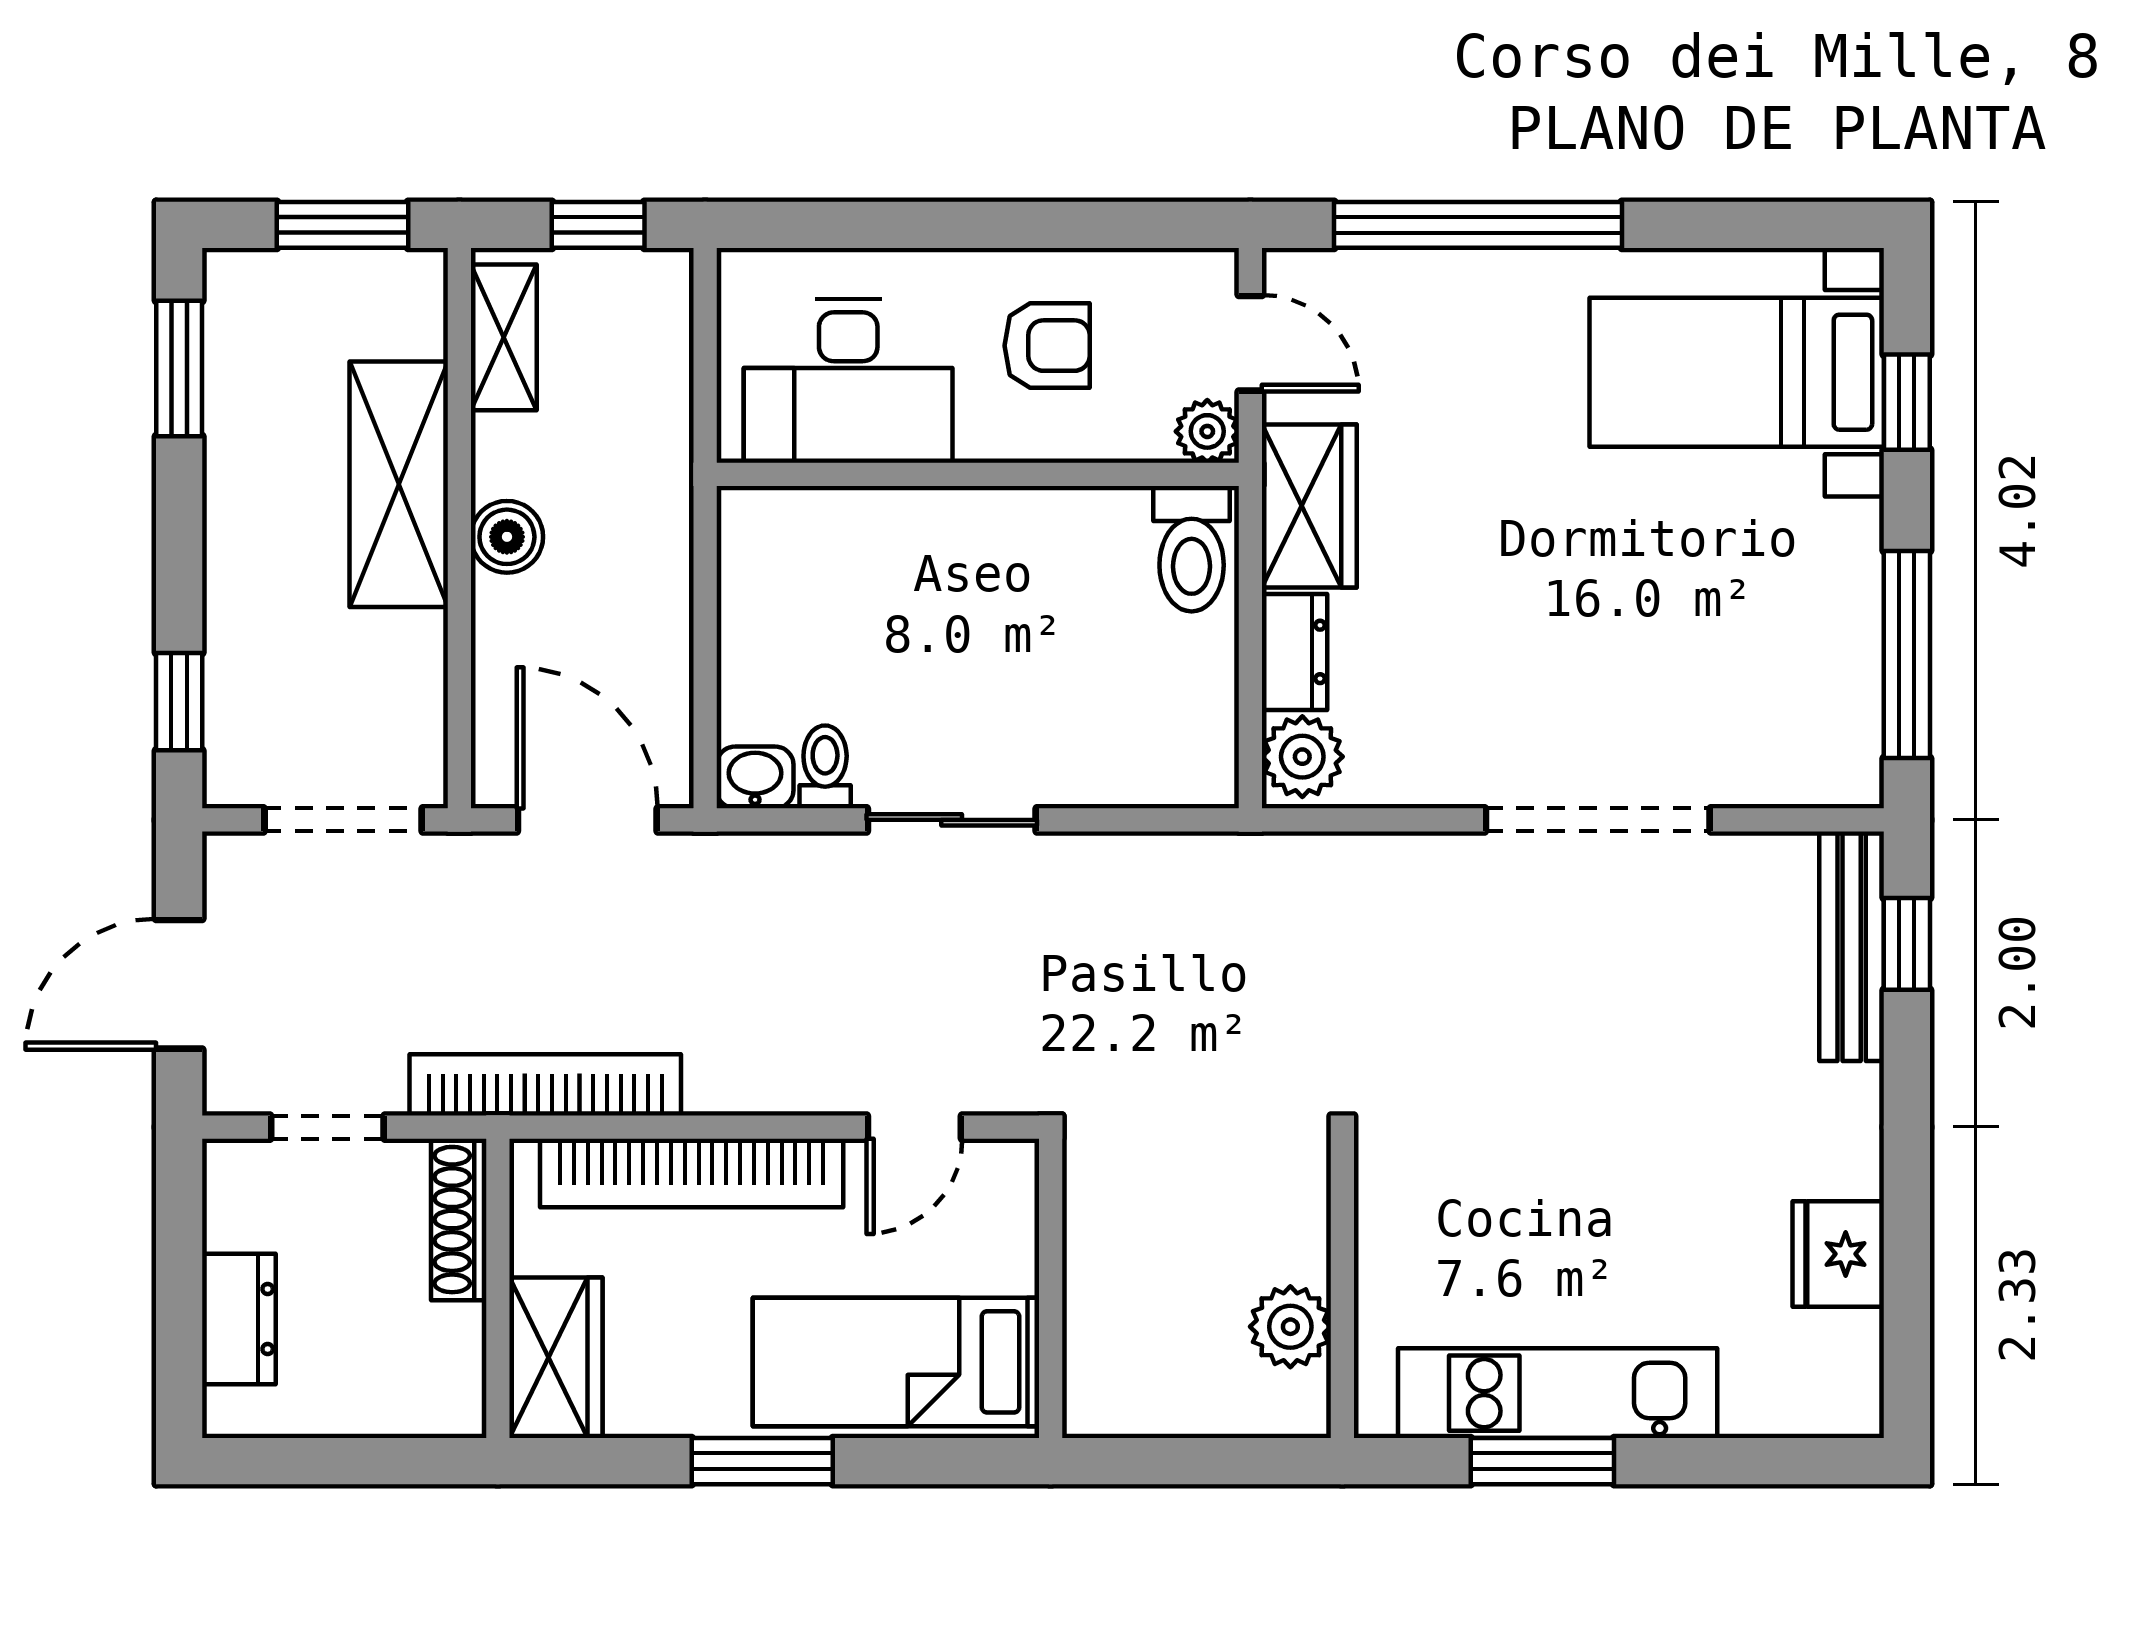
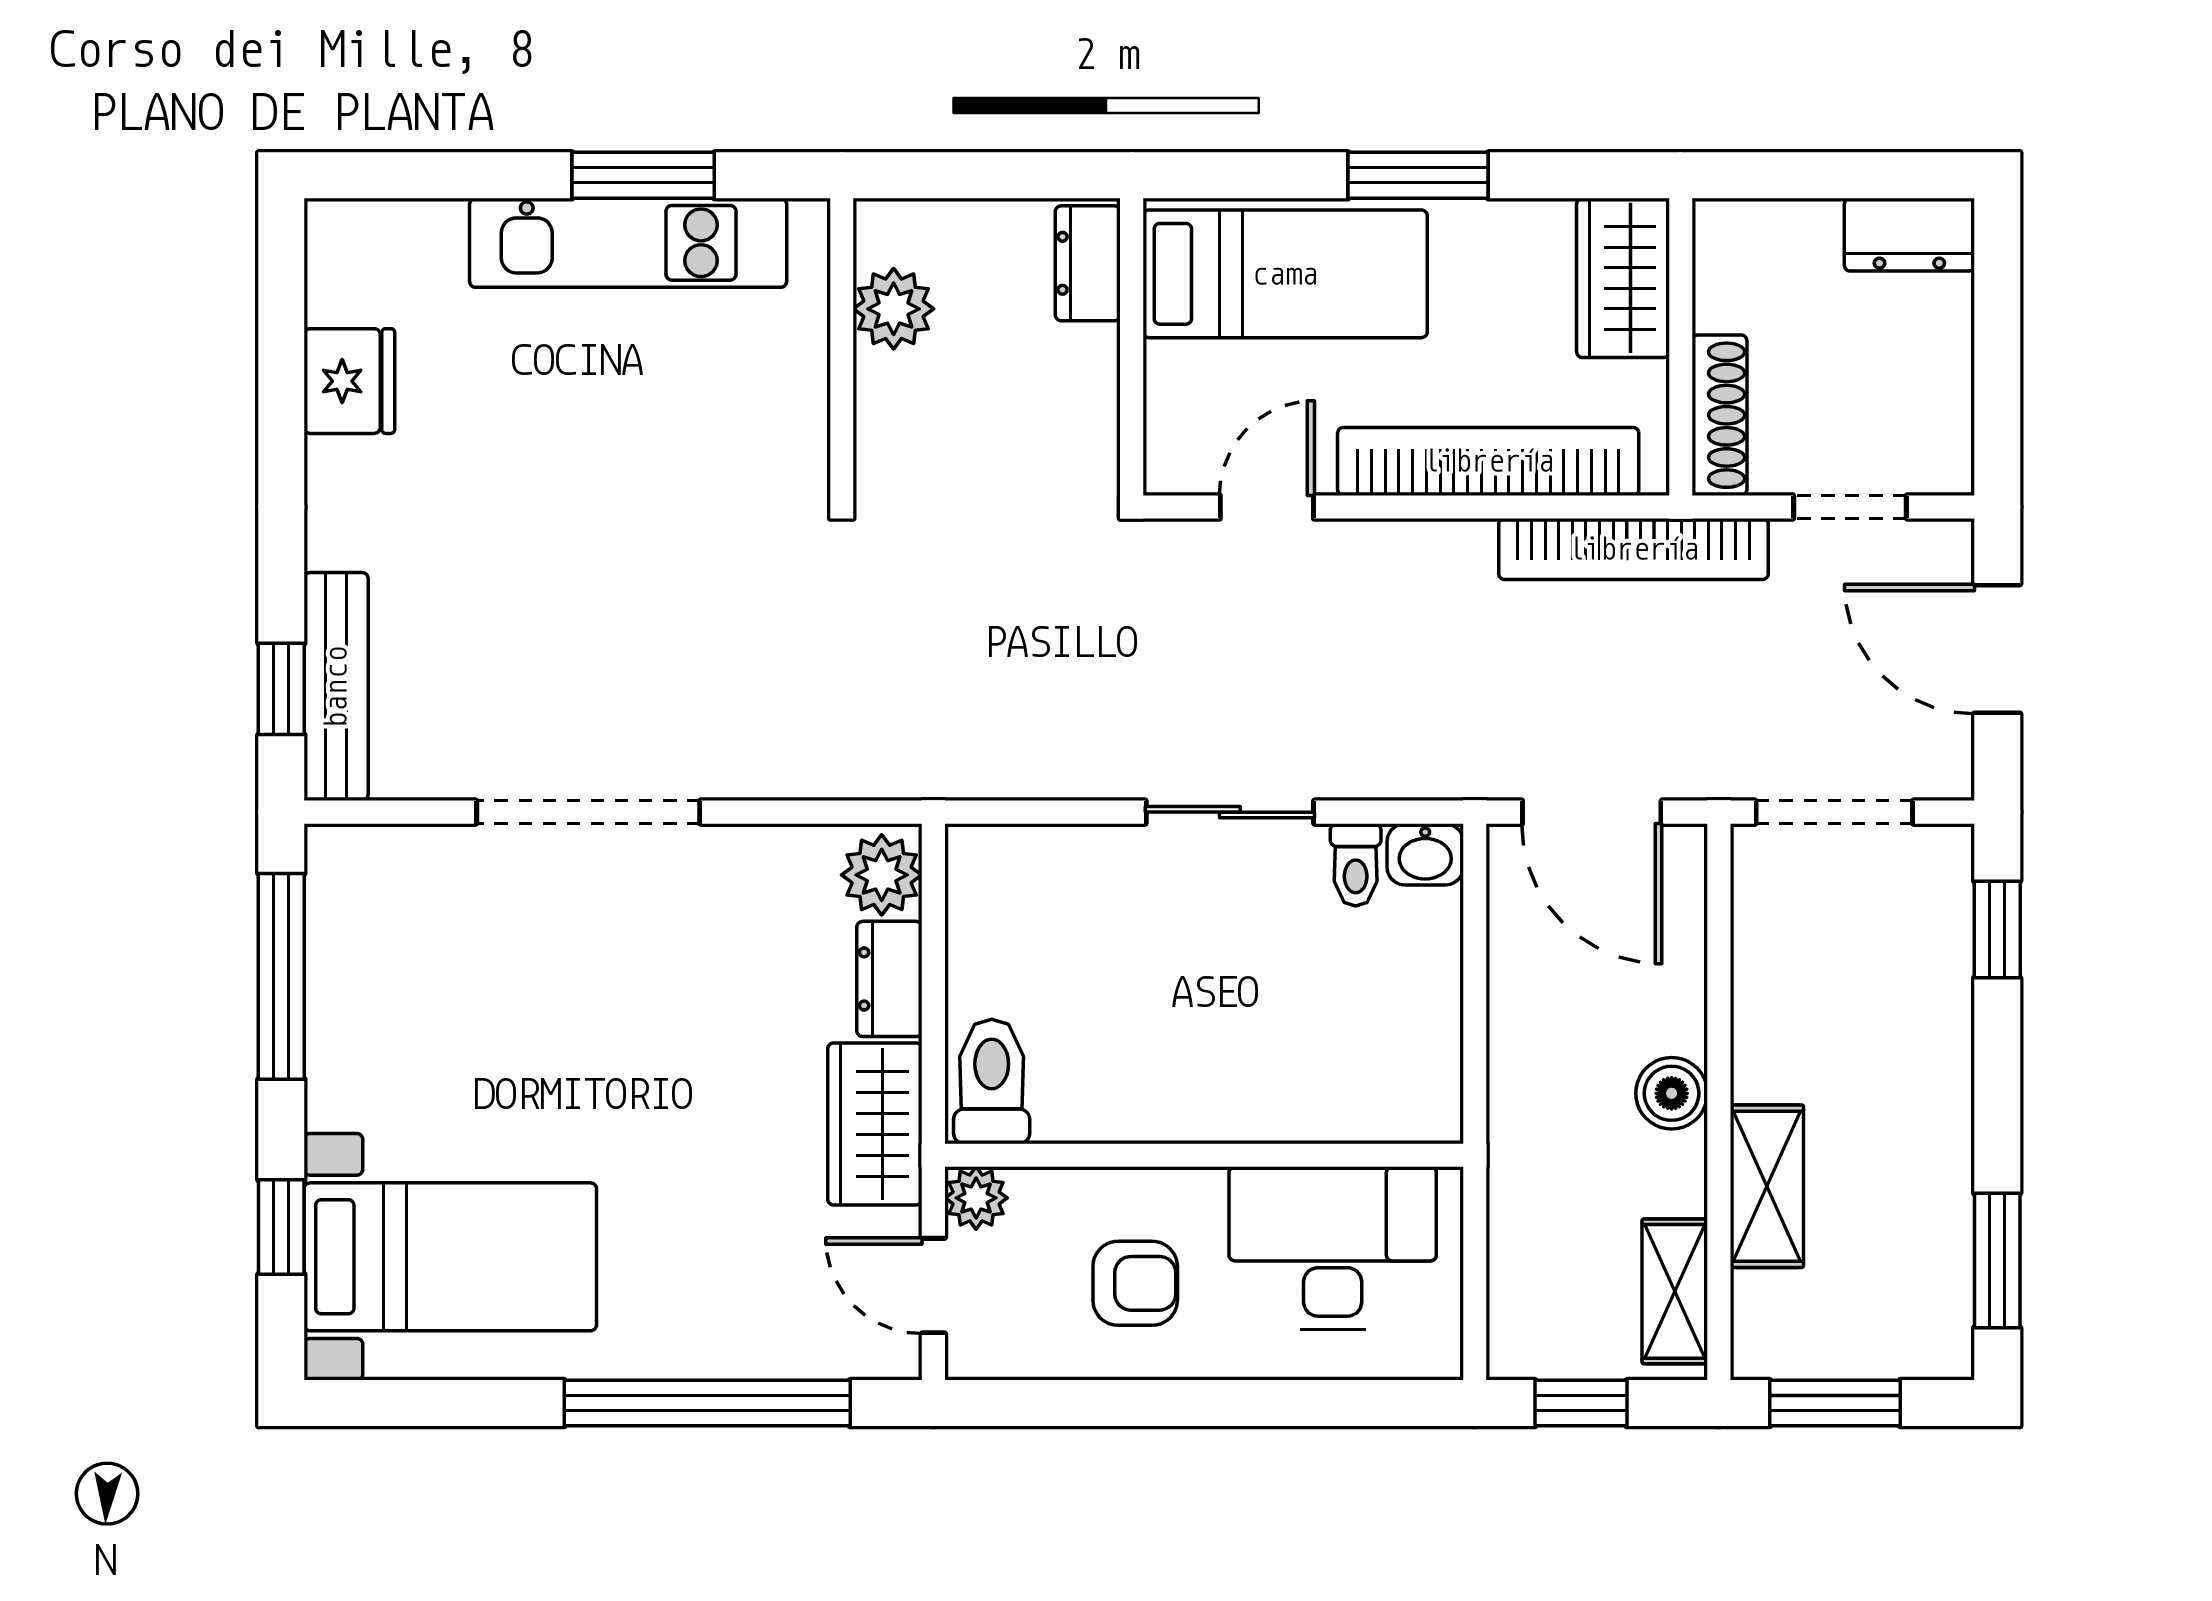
armchair: (1047, 346) -> (1135, 1283), turned 180
shelving: (399, 484) -> (1767, 1186), width x0.67, depth x0.75
door: (179, 984) -> (1997, 649), swing flipped
dresser: (239, 1319) -> (1909, 235), moved, turned -90
dresser: (1095, 1373) -> (1088, 263), added

